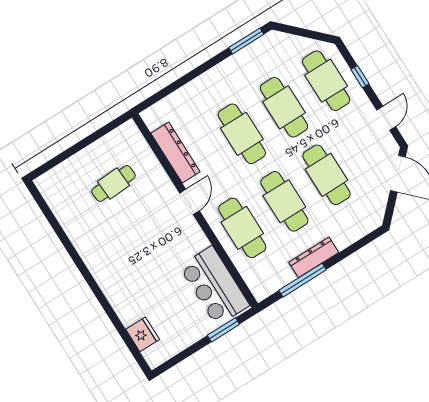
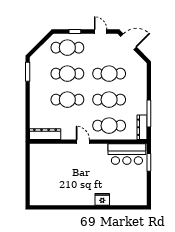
dresser: (175, 153) -> (45, 134), moved
cafe table: (113, 184) -> (54, 170), removed
dresser: (314, 257) -> (142, 127), moved
fridge: (143, 334) -> (102, 199), moved

